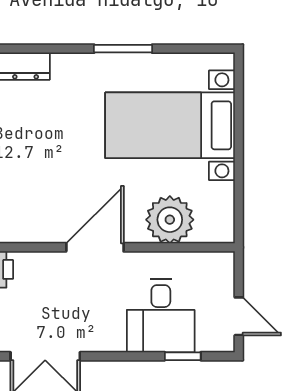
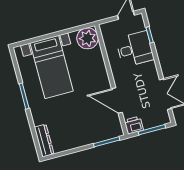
plant: (170, 220) -> (88, 38), moved
door: (95, 247) -> (117, 101), moved

